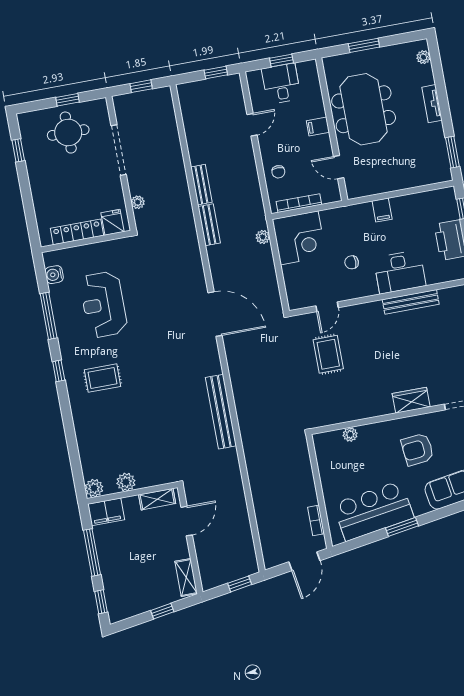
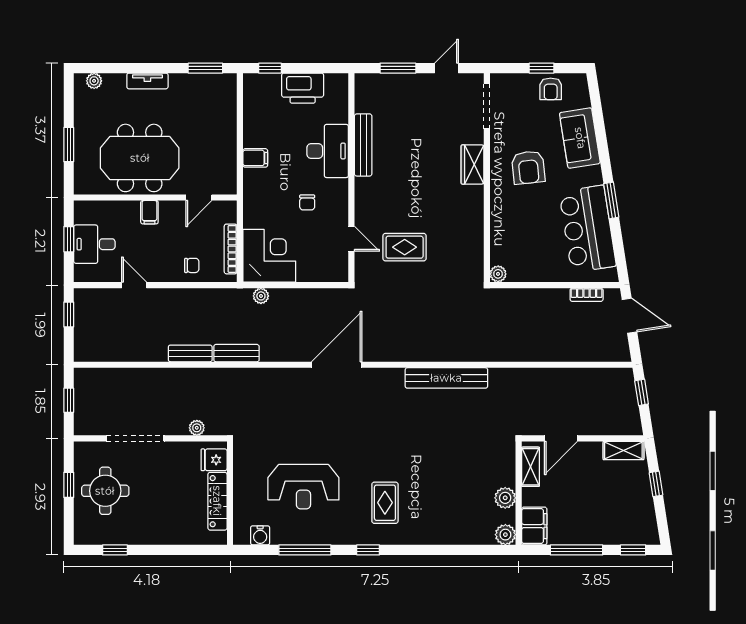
plant: (350, 434) -> (498, 274), moved
door: (187, 521) -> (561, 438), swing flipped

